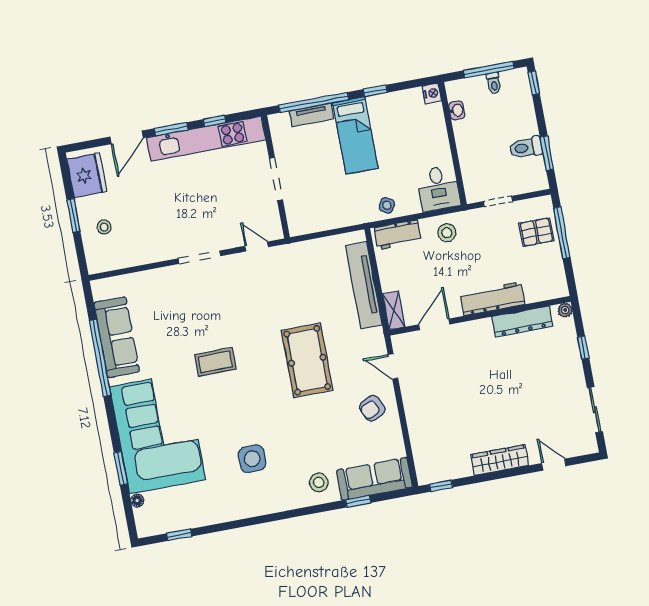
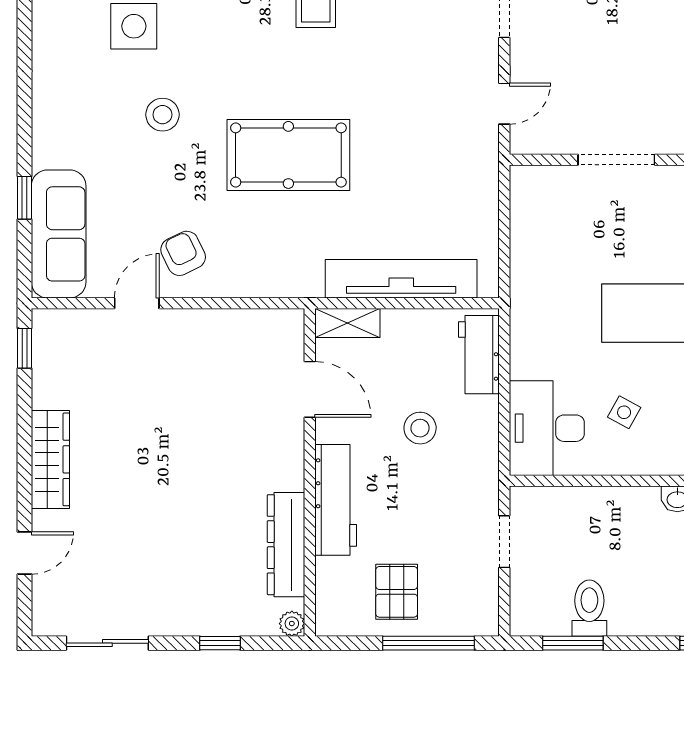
desk: (438, 188) -> (547, 428), width x1.37
side table: (387, 205) -> (624, 412), moved
pallet: (536, 232) -> (397, 592), moved
stool: (447, 233) -> (420, 428), moved
door: (393, 367) -> (137, 303), moved
stool: (319, 482) -> (162, 115), moved

